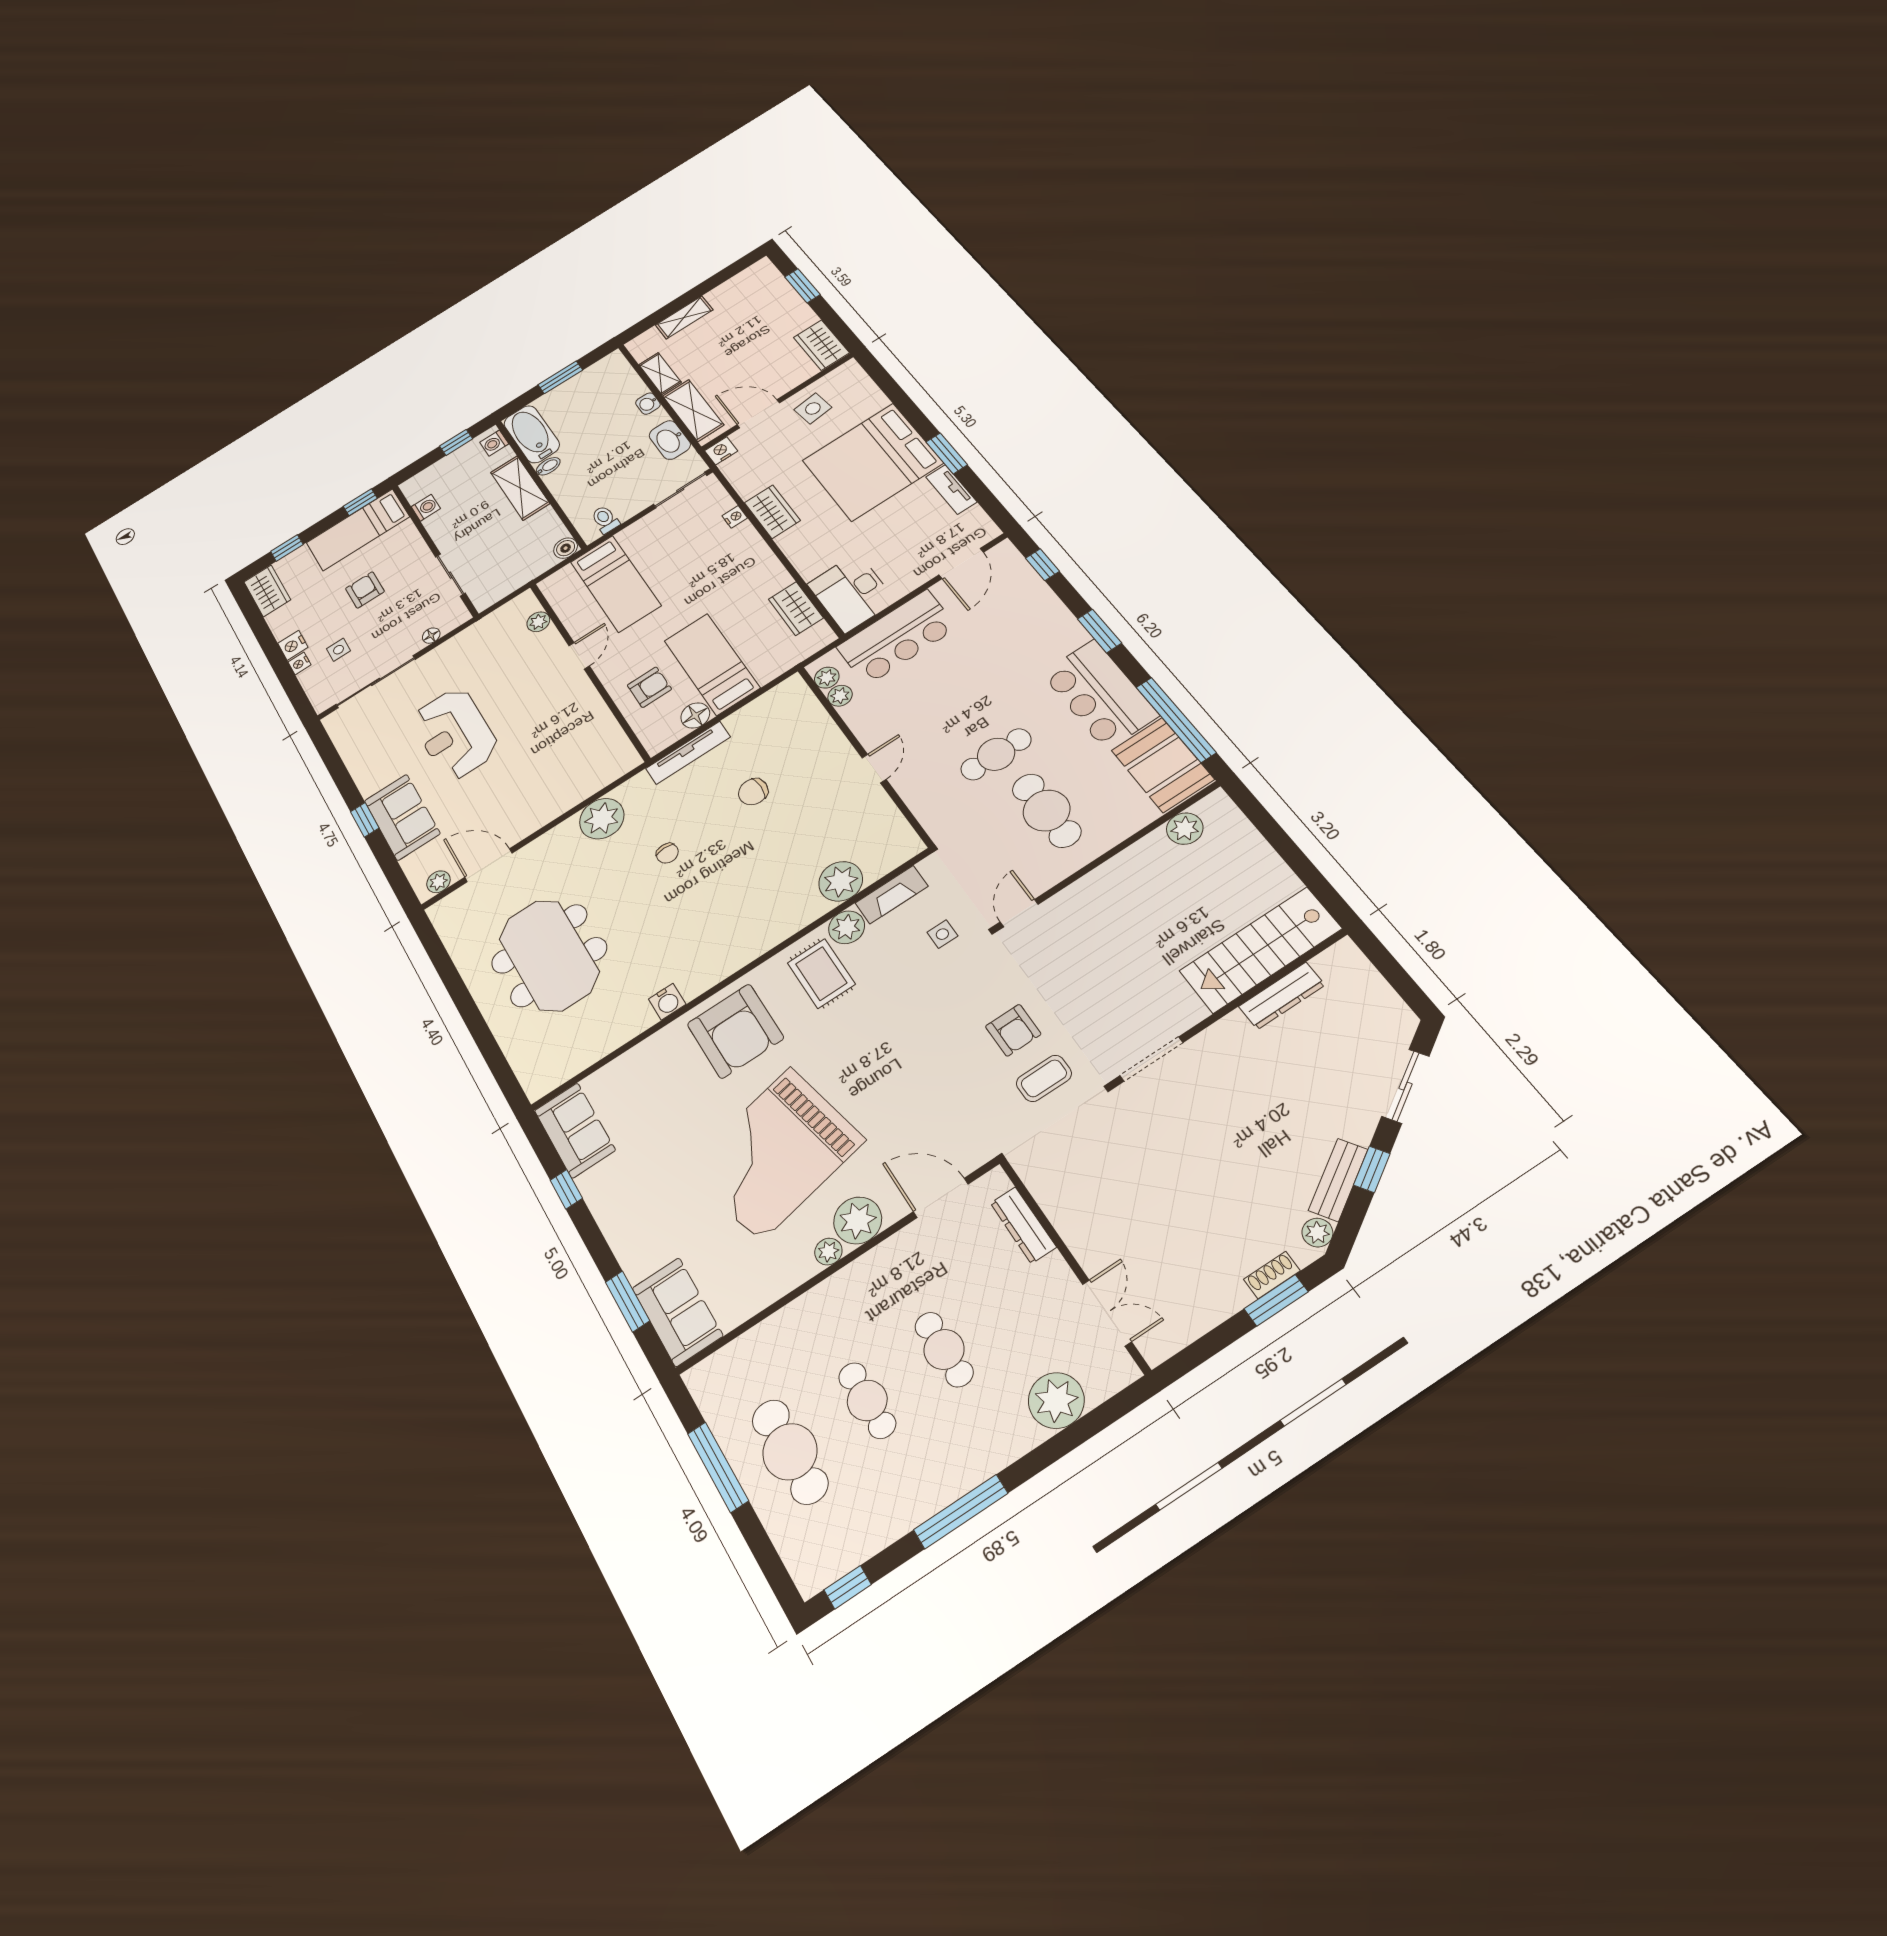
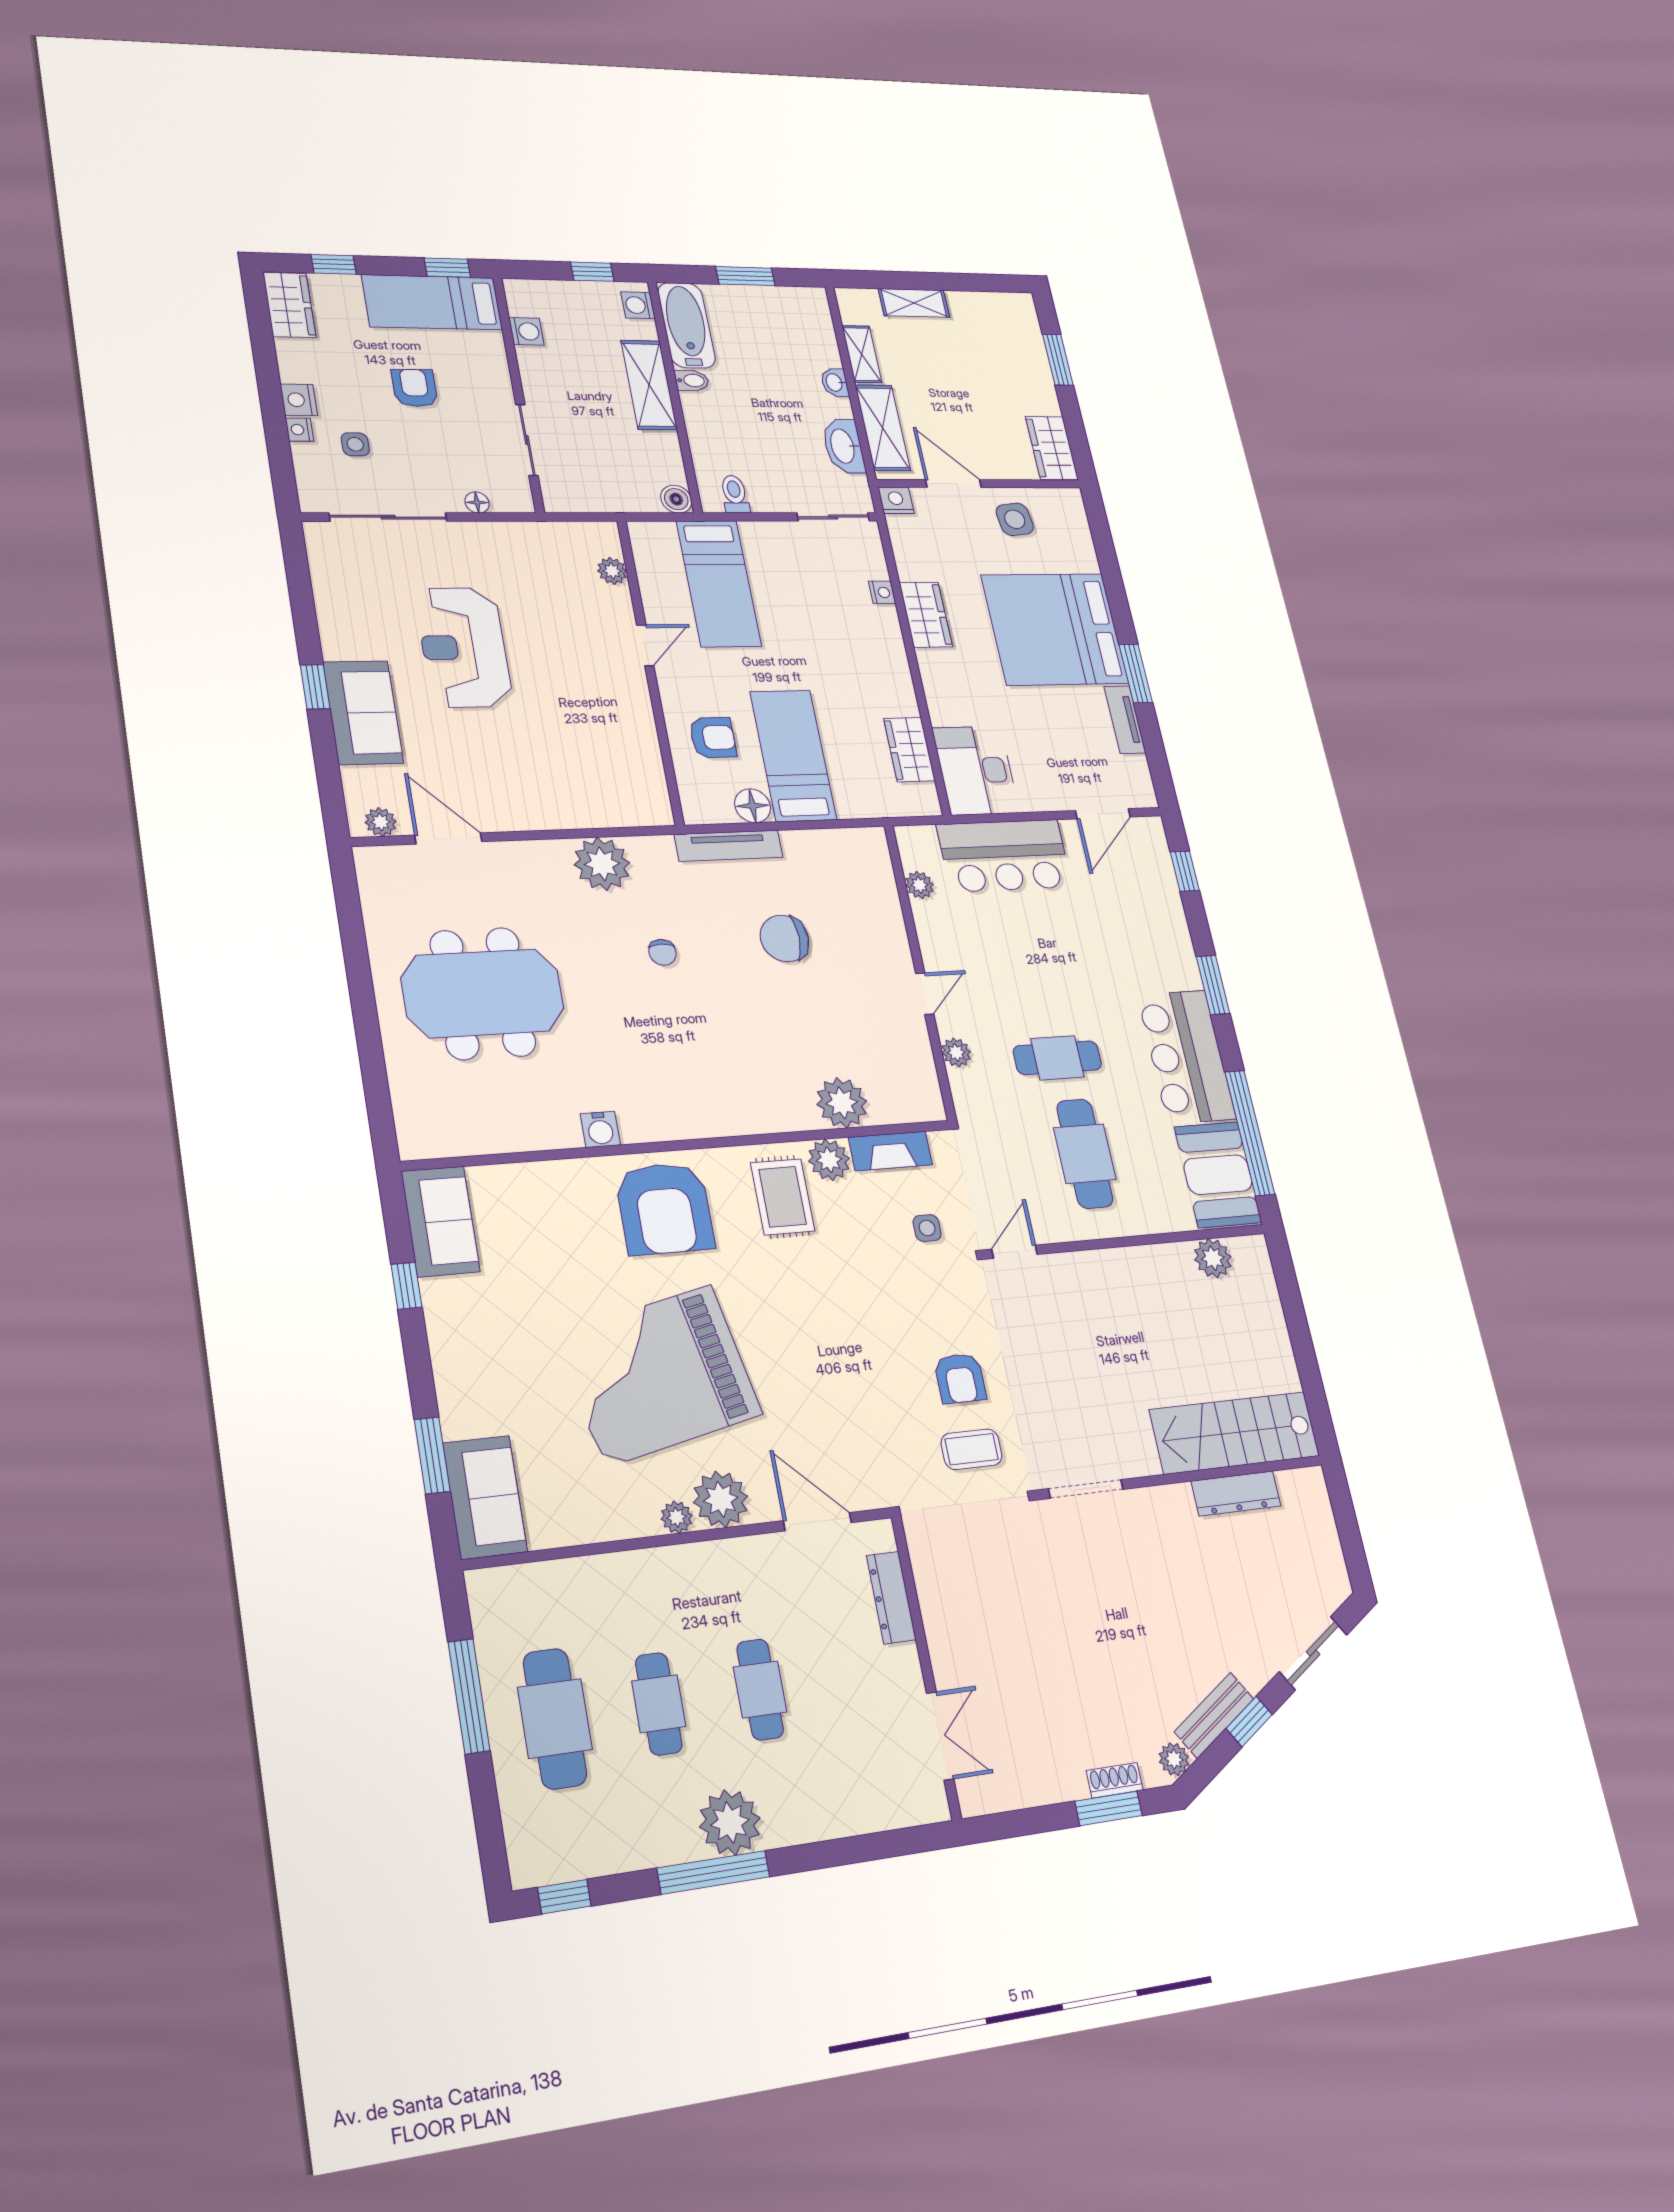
plant: (827, 678) -> (956, 1052), moved
chair: (753, 792) -> (784, 938), width x1.37, depth x1.37
meeting table: (549, 955) -> (483, 993), turned 90
plant: (1056, 1400) -> (730, 1822), moved

